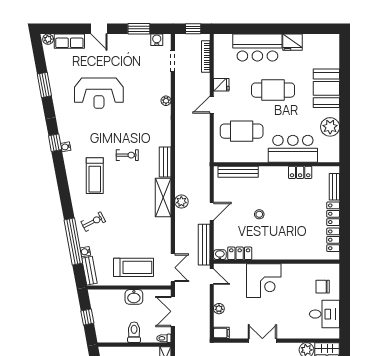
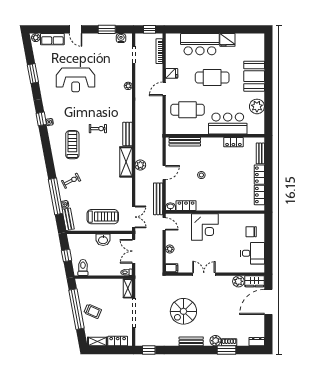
treadmill: (95, 176) -> (72, 145), turned 180
toilet: (134, 332) -> (83, 268), moved

